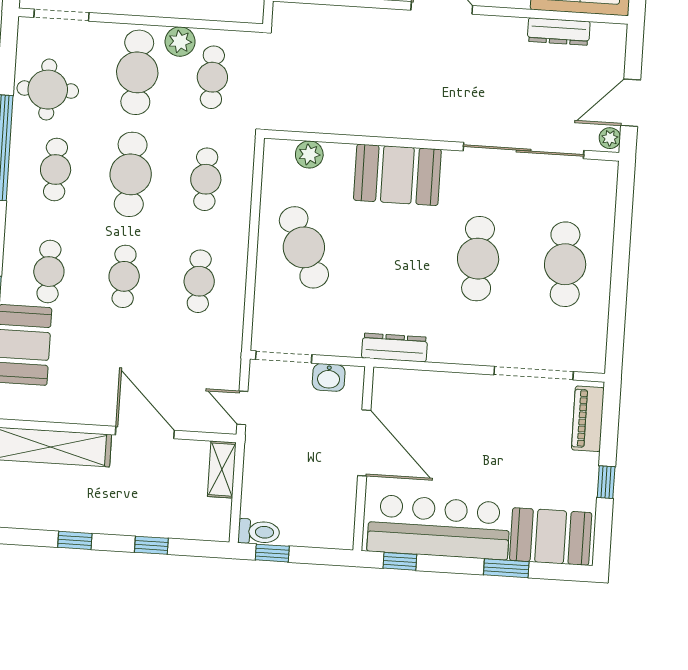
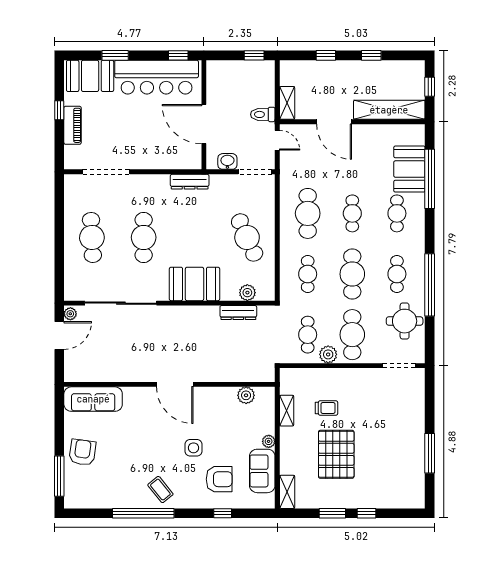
dresser: (559, 32) -> (238, 313), moved, turned 180
cafe table: (199, 281) -> (308, 213), width x1.37, depth x1.35
piano: (588, 419) -> (73, 125), moved
toilet: (259, 532) -> (263, 114), moved

